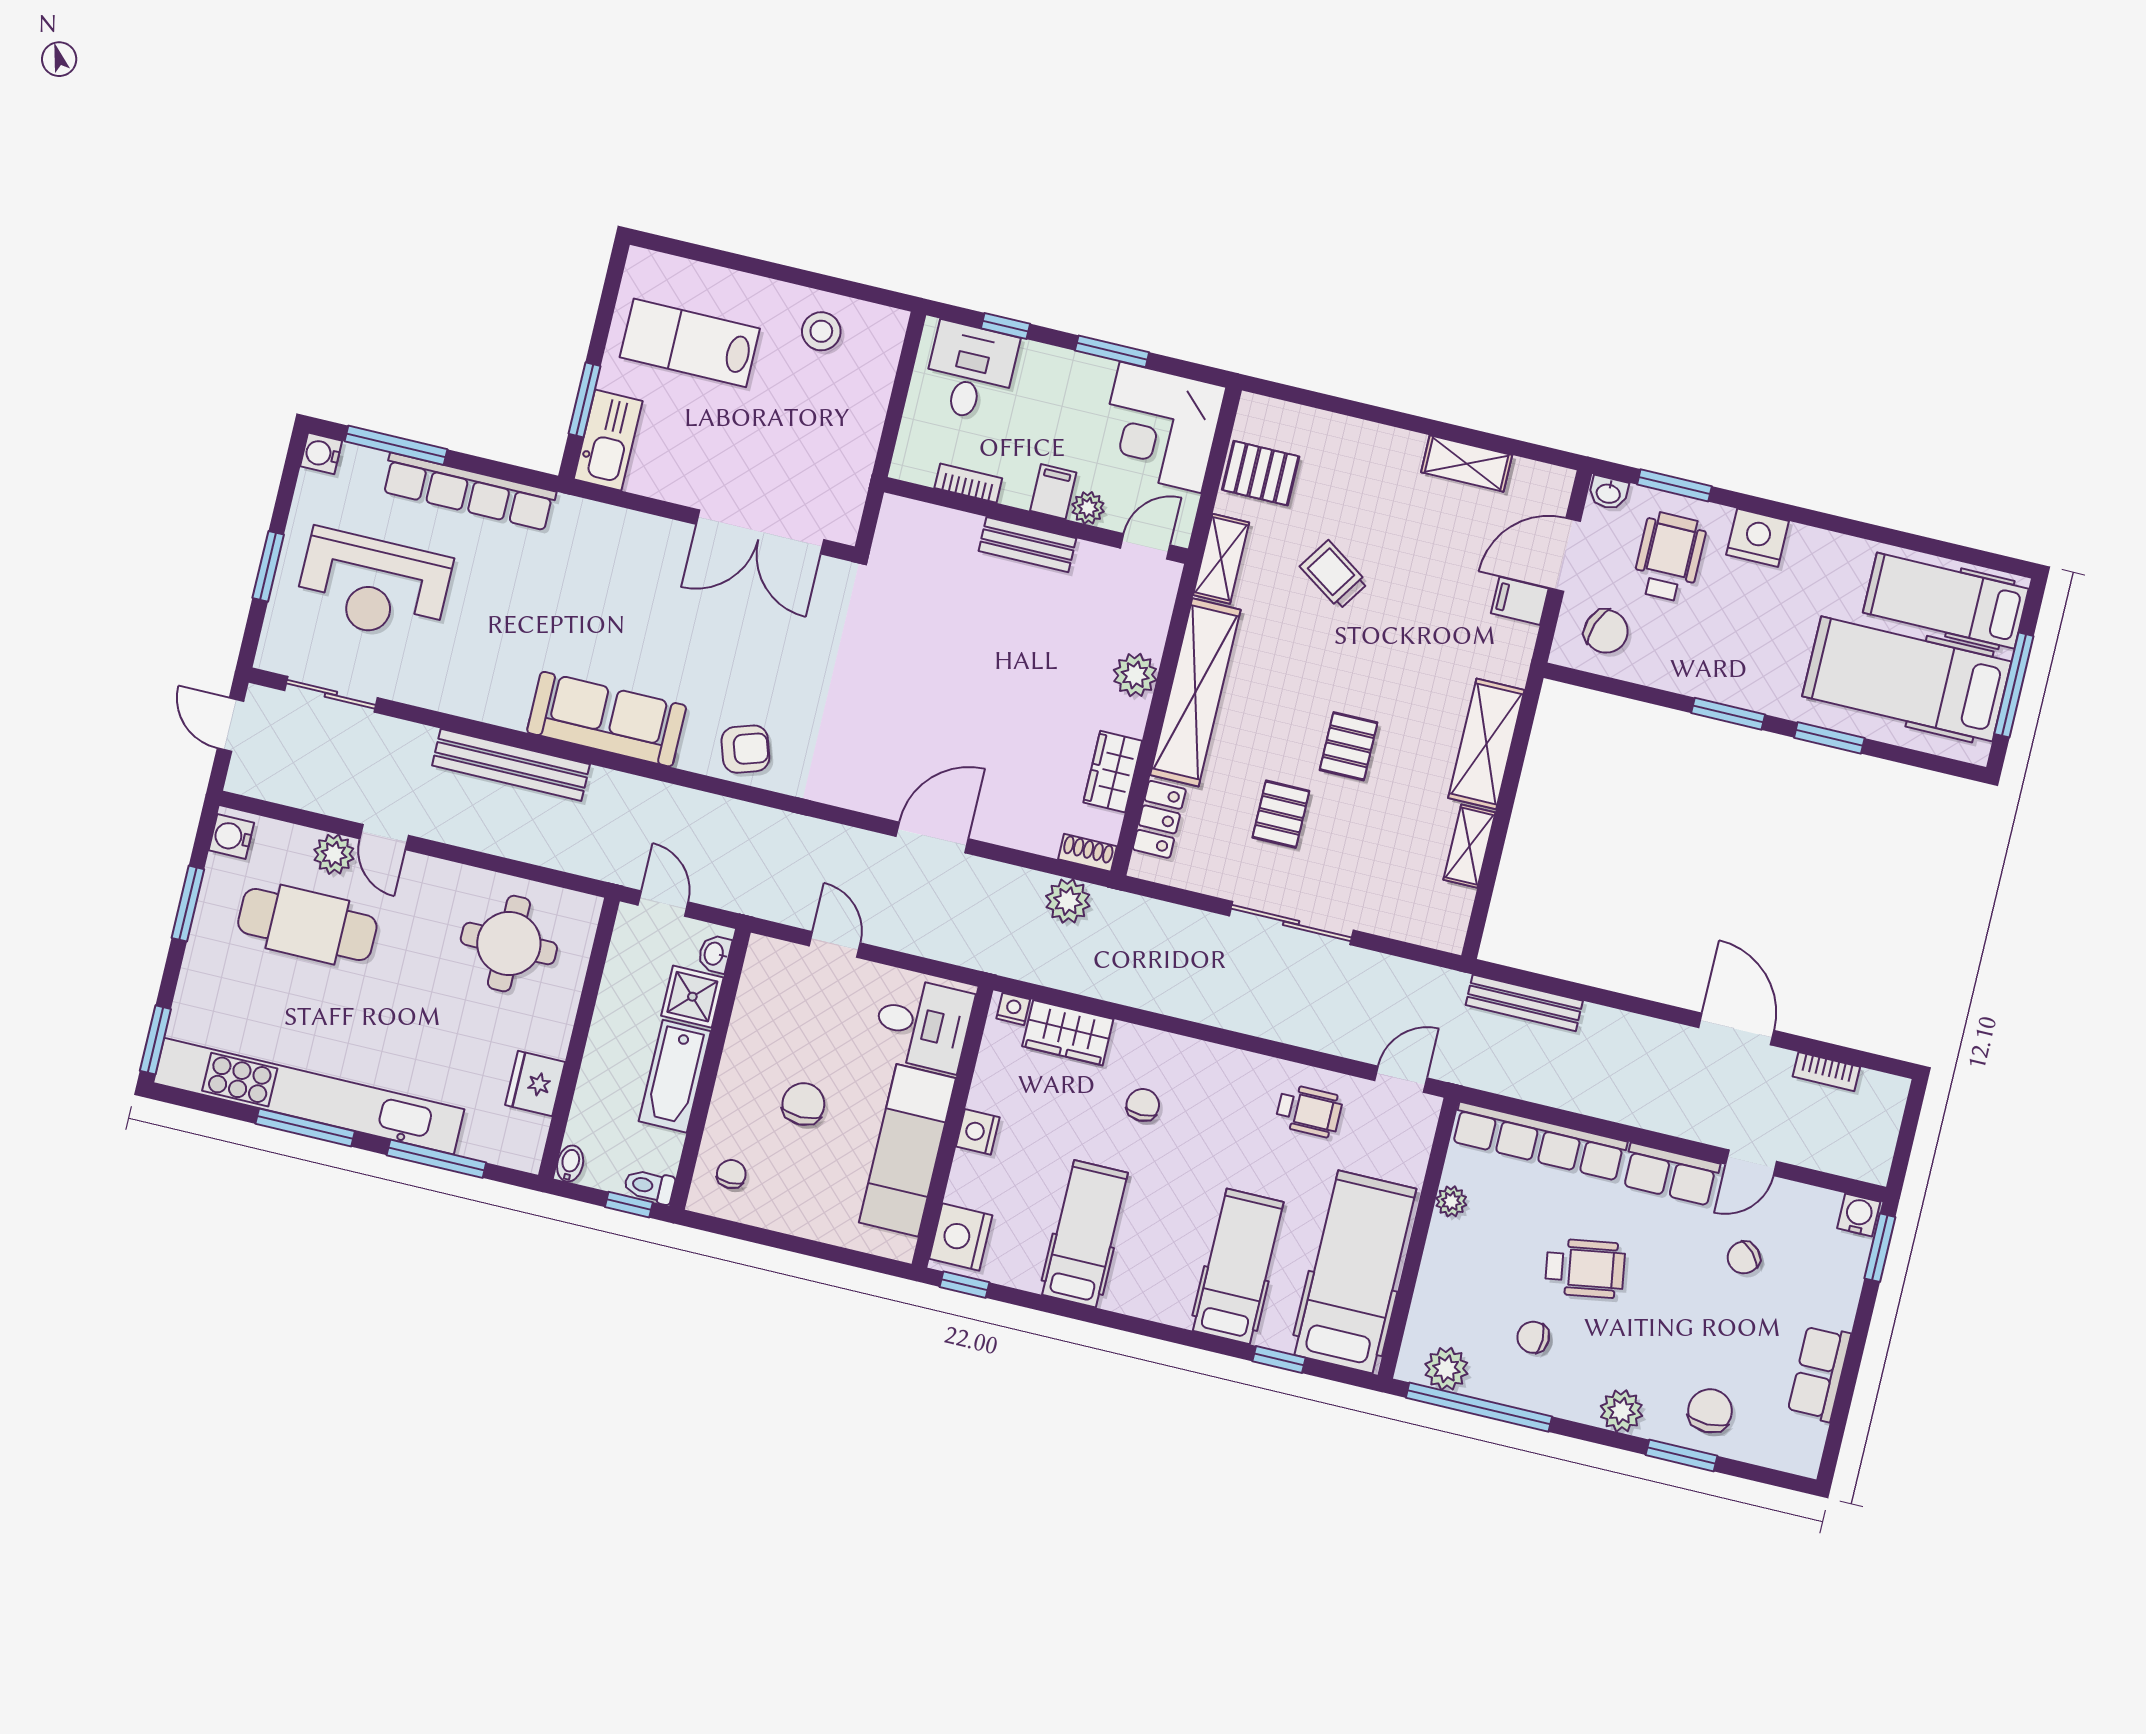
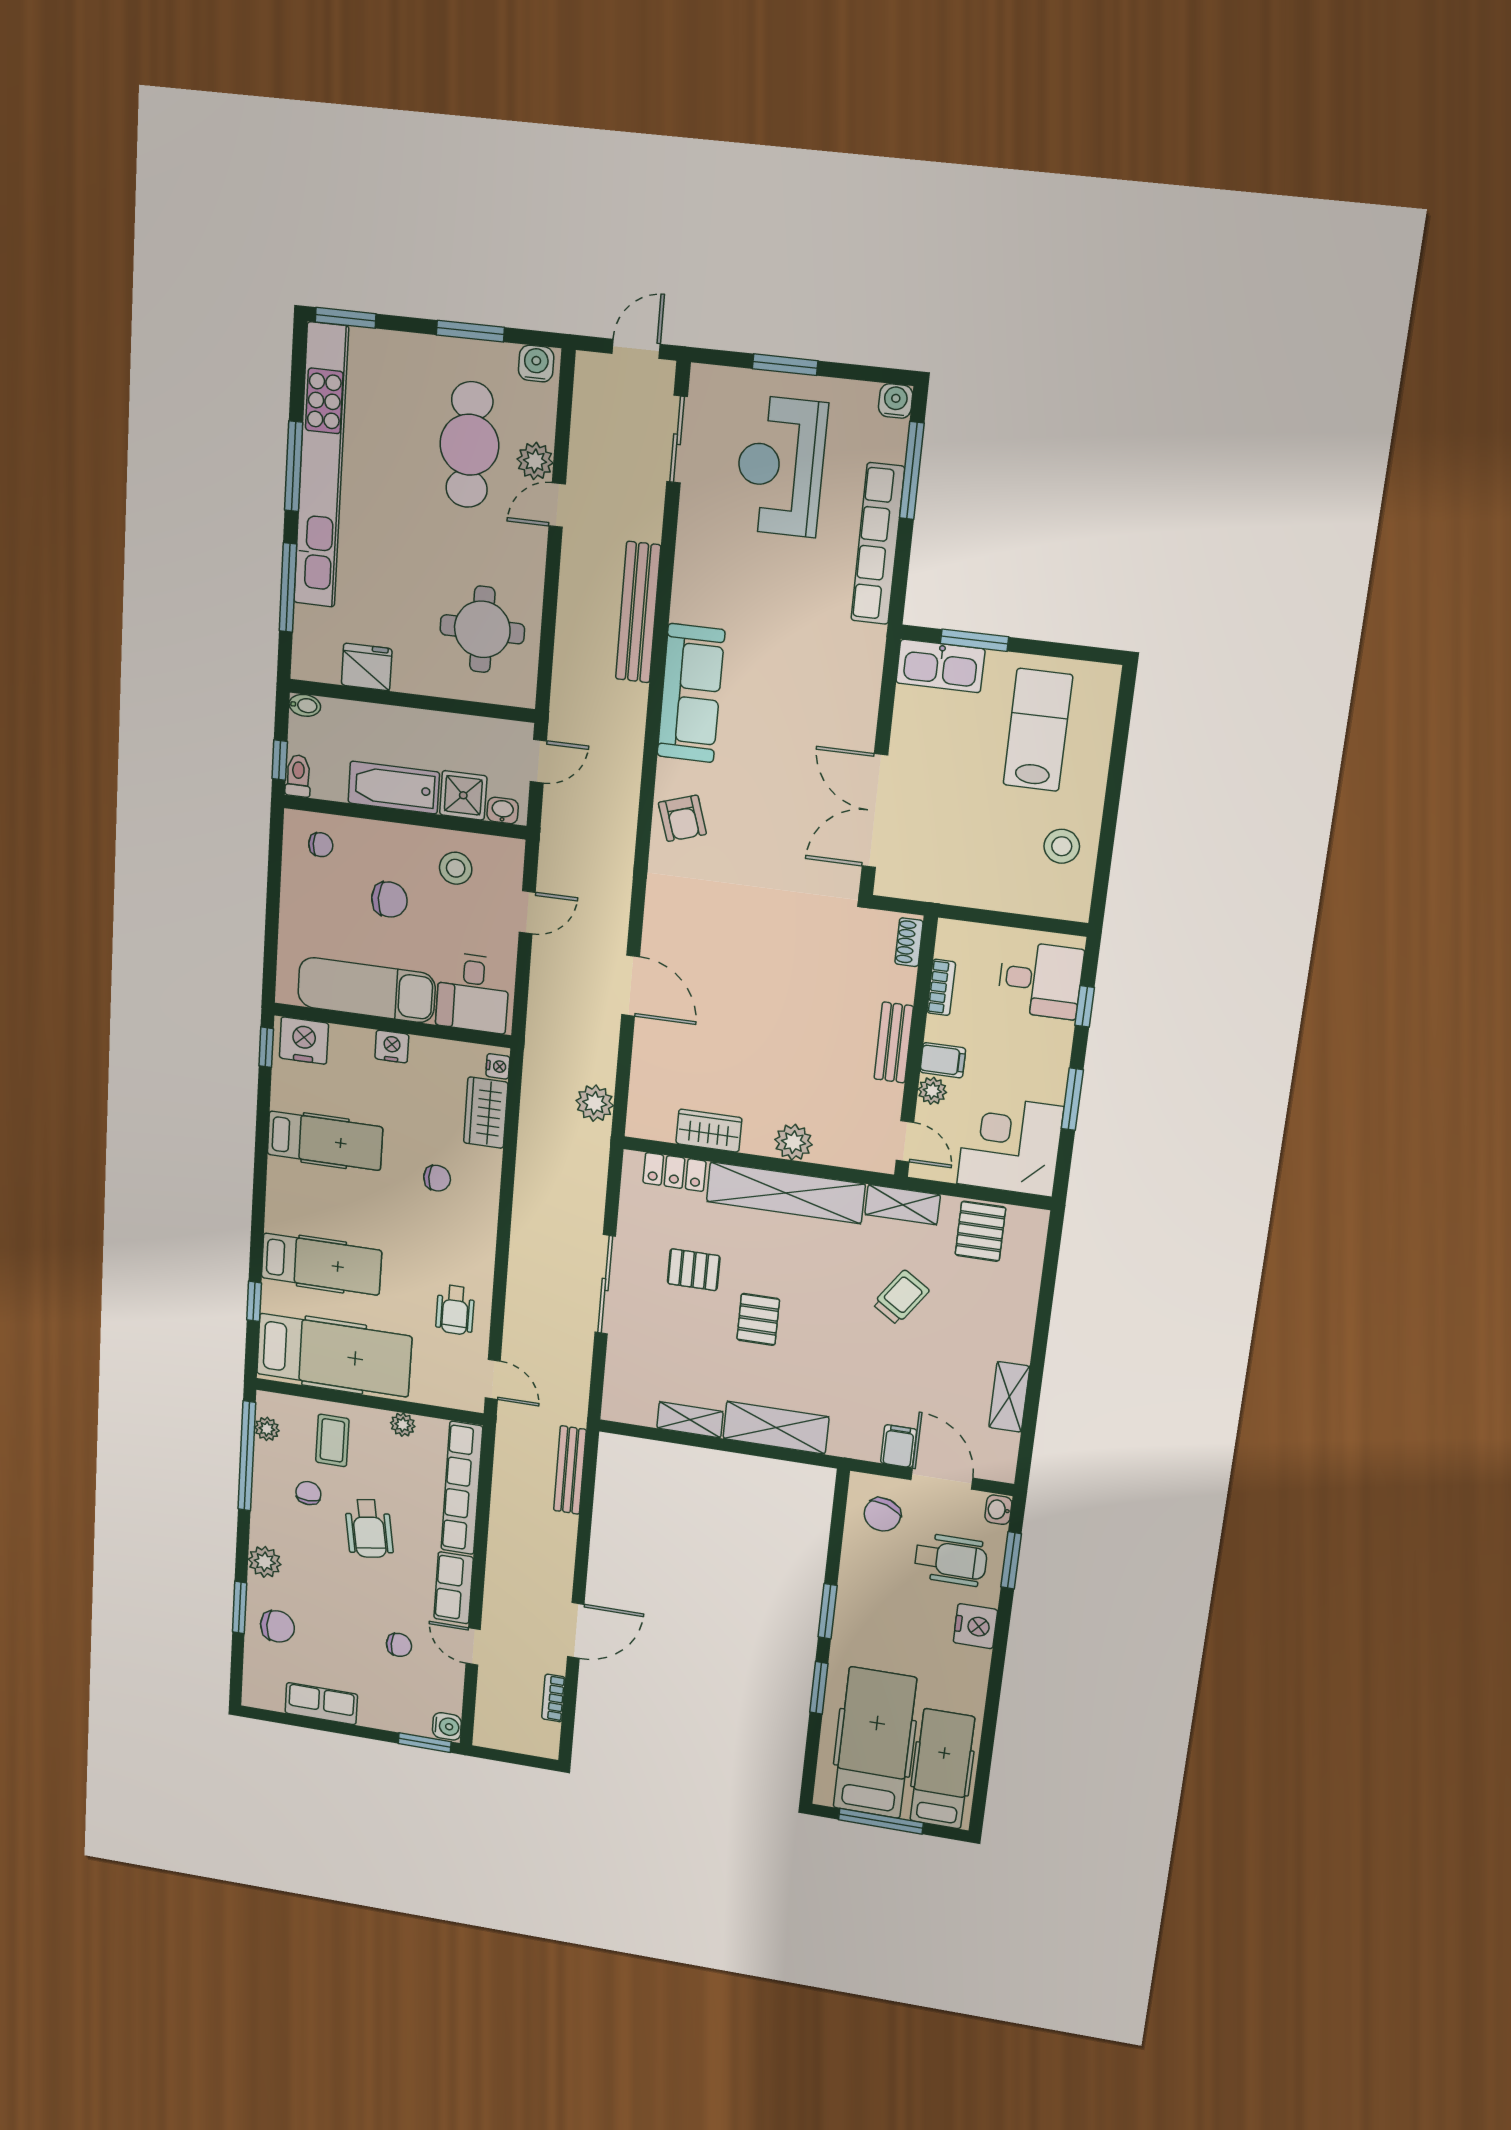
pallet: (1349, 746) -> (758, 1319), turned 90
shoe rack: (1088, 853) -> (909, 942), moved, turned 180
stool: (775, 1020) -> (456, 868), added
chair: (1744, 1258) -> (399, 1645), turned 133
coffee table: (1466, 1294) -> (332, 1440), added
plant: (1446, 1369) -> (267, 1429), width x0.73, depth x0.73

